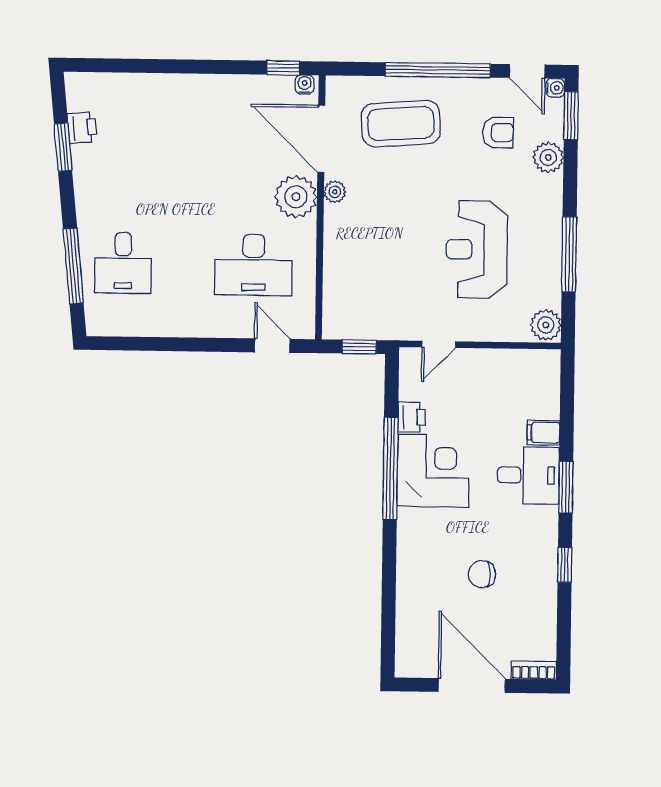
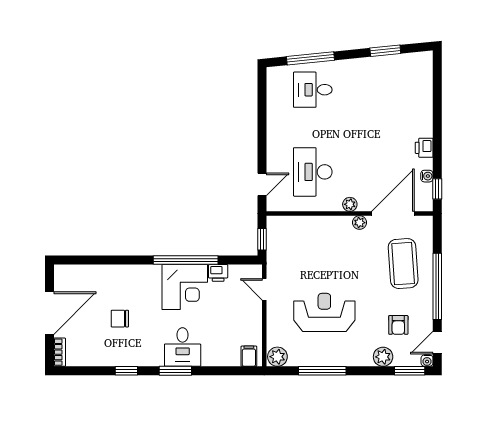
water cooler: (305, 85) -> (427, 176), moved
printer: (82, 128) -> (424, 148), moved, turned 96
plant: (296, 197) -> (350, 204), width x0.53, depth x0.53
filing cabinet: (543, 433) -> (249, 356), moved
chair: (482, 574) -> (120, 319), turned -90

